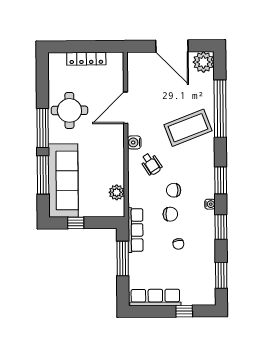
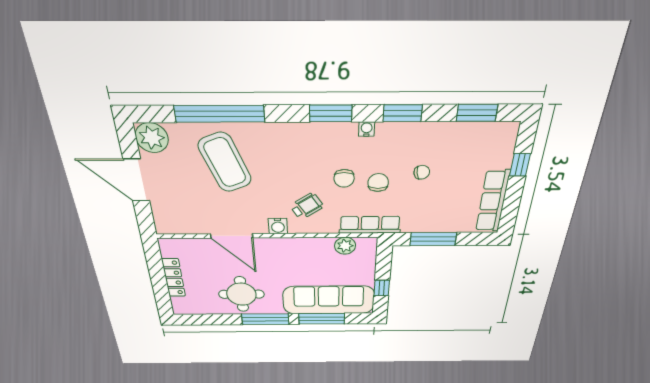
door: (172, 46) -> (137, 180), swing flipped
coffee table: (188, 128) -> (225, 163), moved
row of seats: (135, 230) -> (370, 225), moved

